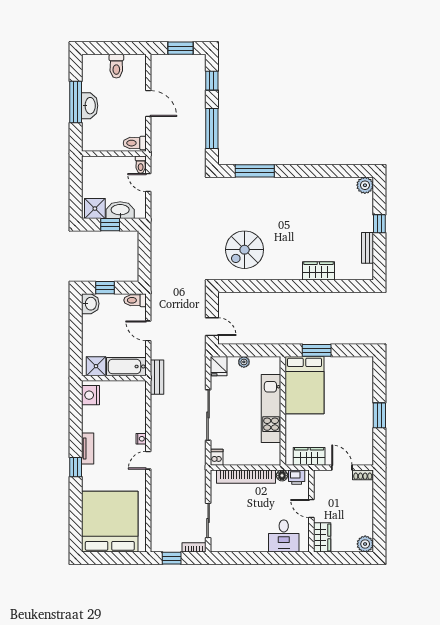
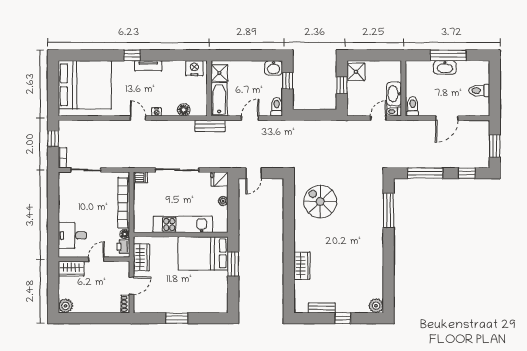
washbasin: (120, 210) -> (394, 94), moved, turned 180
floor lamp: (139, 407) -> (184, 110), added

